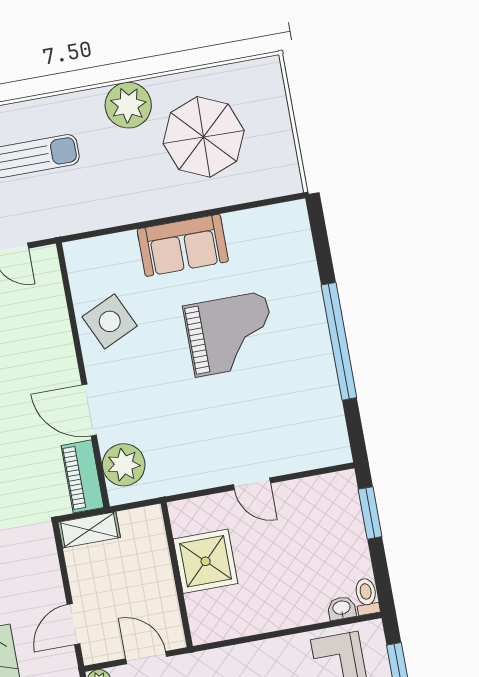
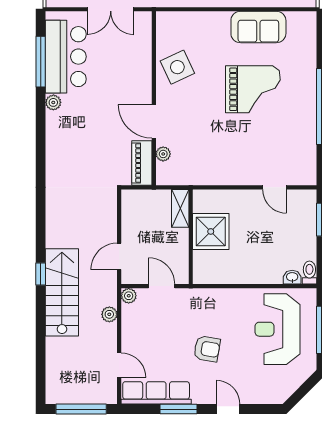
sofa: (183, 245) -> (258, 27), moved
plant: (124, 465) -> (163, 154), width x0.53, depth x0.53
door: (252, 484) -> (275, 187), moved
shelving: (89, 530) -> (180, 208), moved, turned 90

